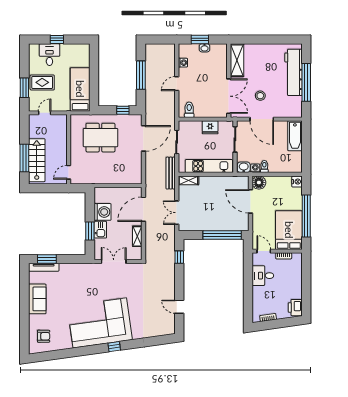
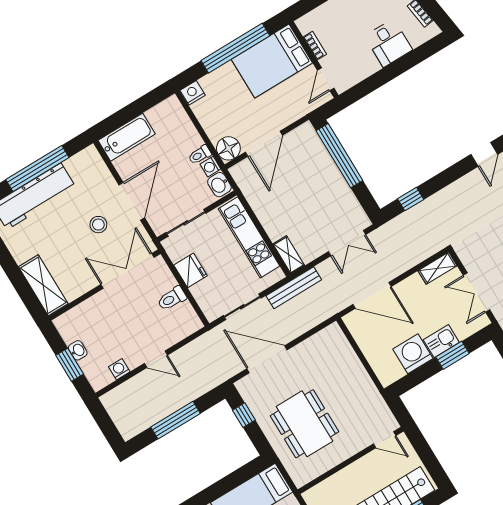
shelving: (237, 60) -> (43, 285), moved, turned 90
toilet: (189, 110) -> (172, 298), moved
shelving: (137, 236) -> (438, 268), moved
desk: (263, 276) -> (389, 43), moved

